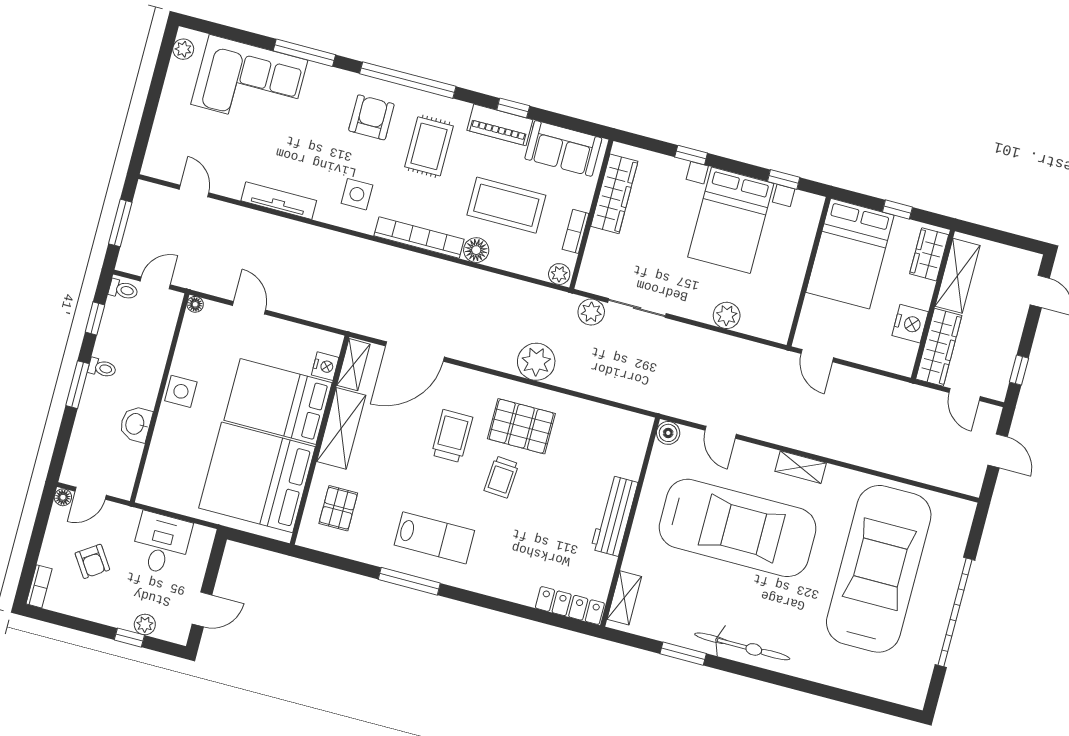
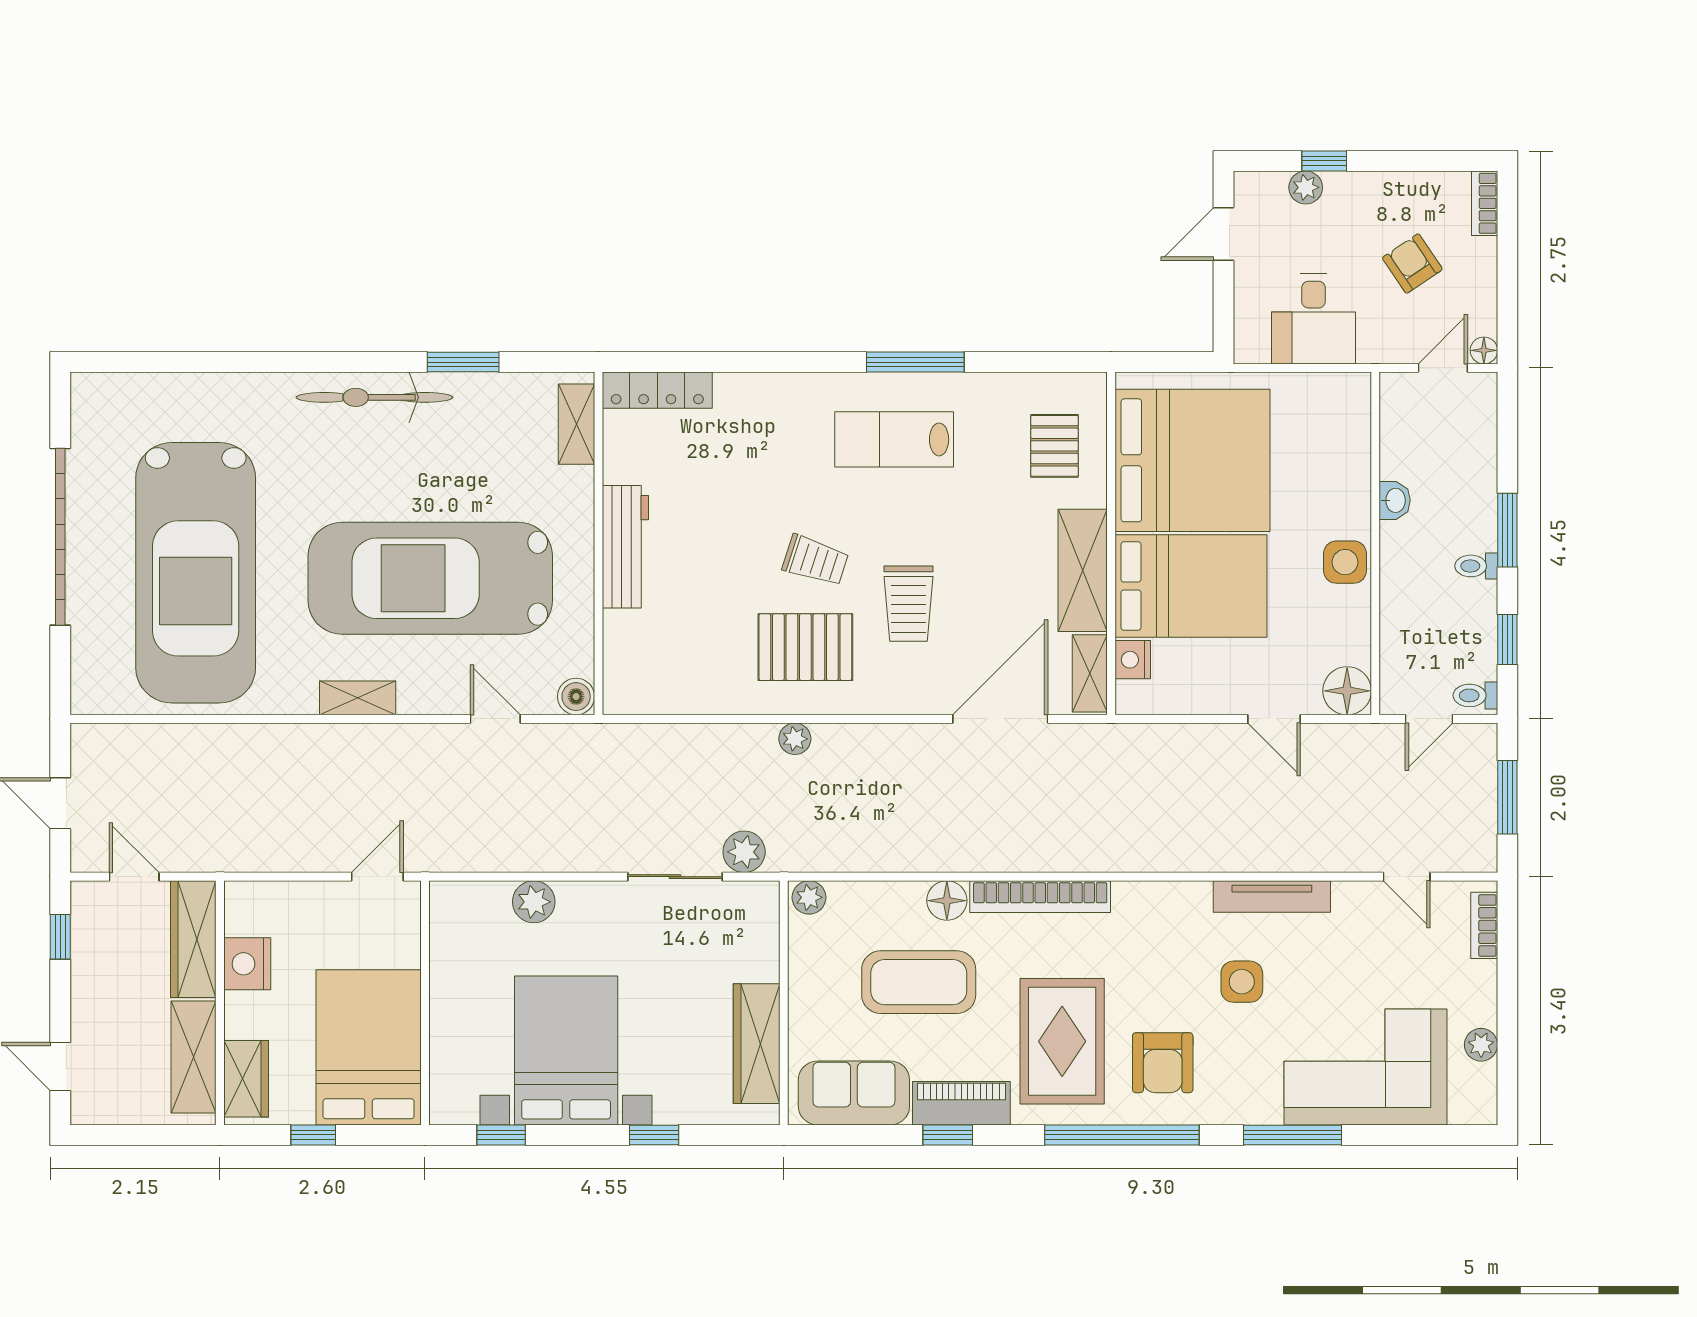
plant: (183, 49) -> (1481, 1045), moved
rug: (429, 146) -> (1062, 1041), width x1.36, depth x1.43
side table: (357, 194) -> (1242, 982), moved
bookcase: (576, 231) -> (1484, 925), moved, turned 180
floor lamp: (195, 304) -> (1347, 691), width x1.89, depth x1.89
door: (817, 356) -> (377, 877), hinge flipped
plant: (536, 362) -> (795, 739), width x0.53, depth x0.53
washbasin: (136, 424) -> (1395, 500), width x0.72, depth x0.69
trolley: (501, 477) -> (815, 560), turned 104

